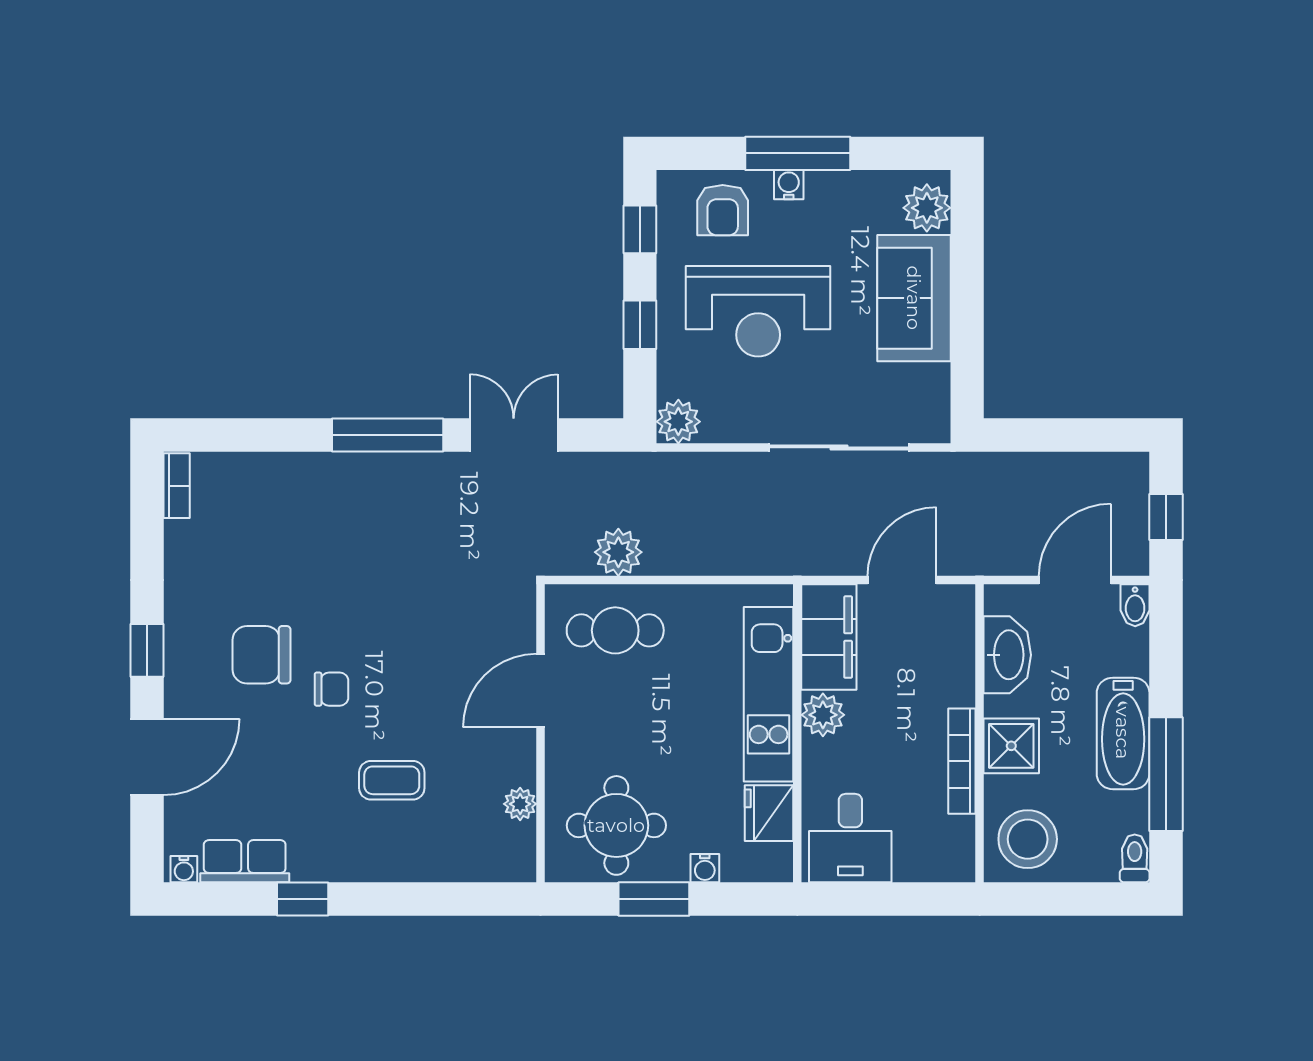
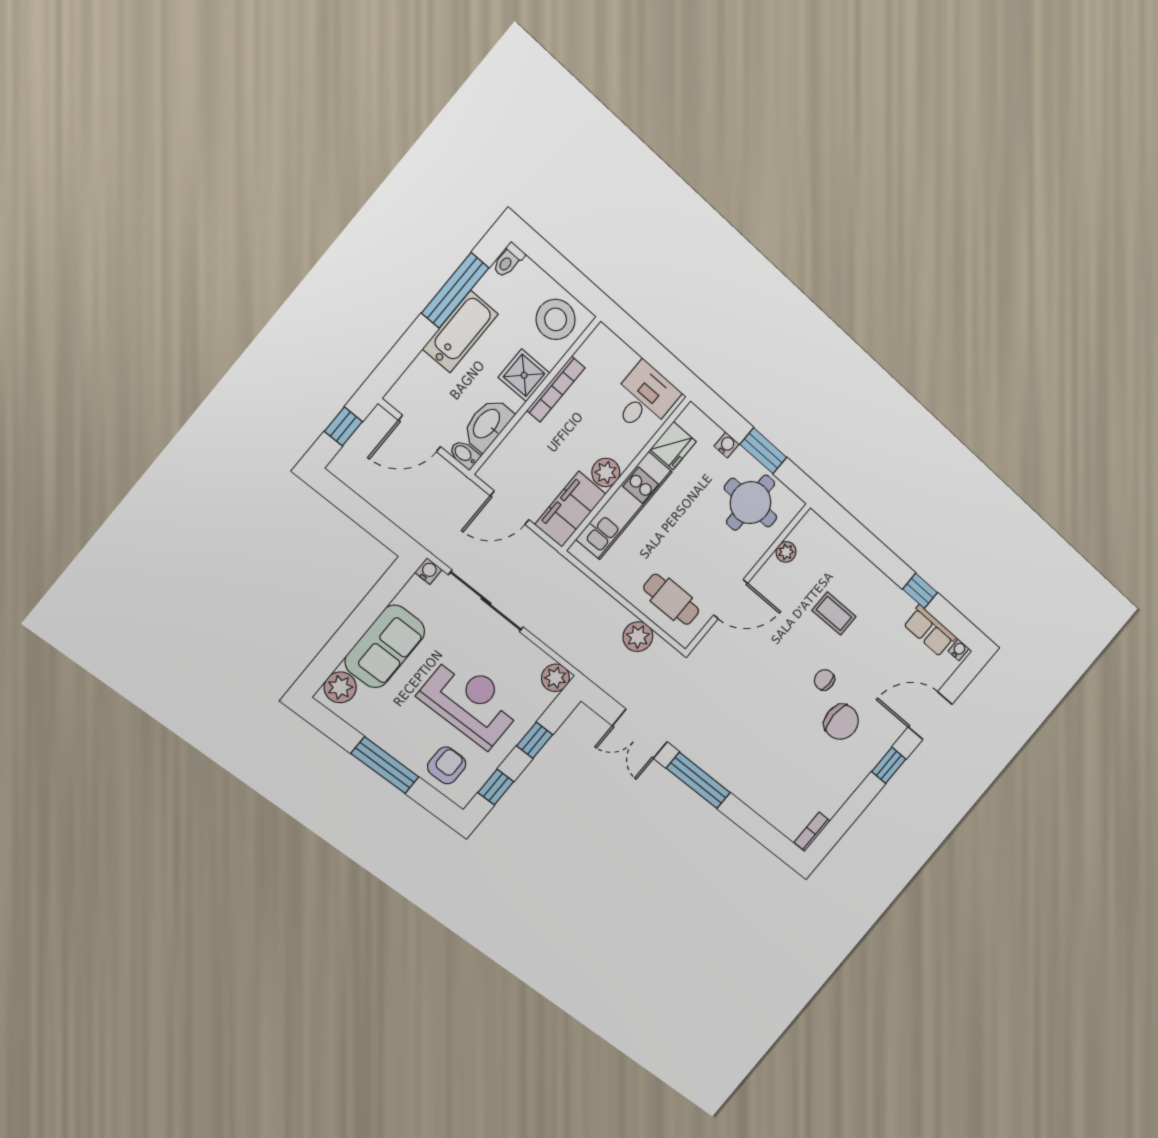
water cooler: (789, 185) -> (428, 571), moved, turned 180
bidet: (1135, 605) -> (464, 454), moved, turned -90

